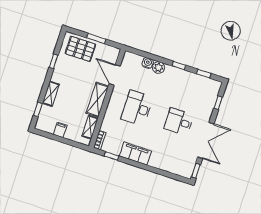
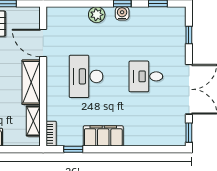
water cooler: (148, 63) -> (122, 13), moved

